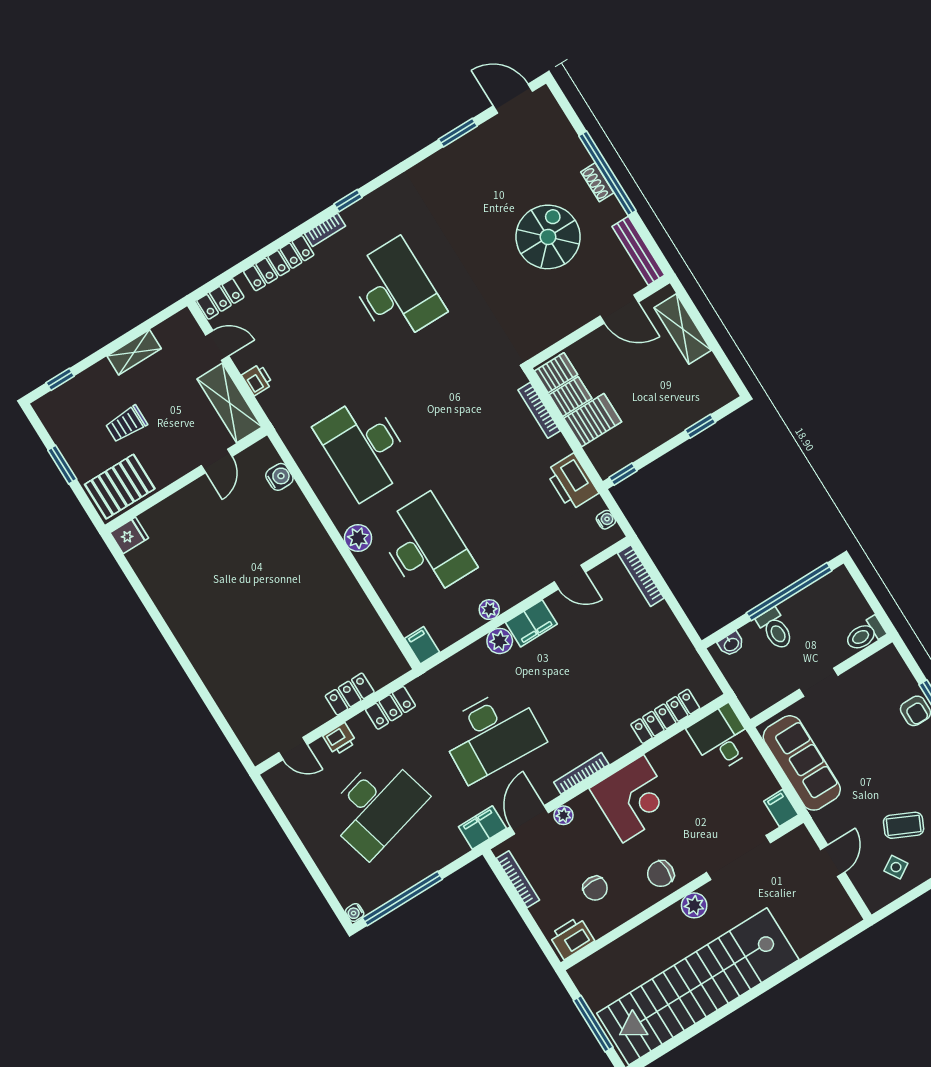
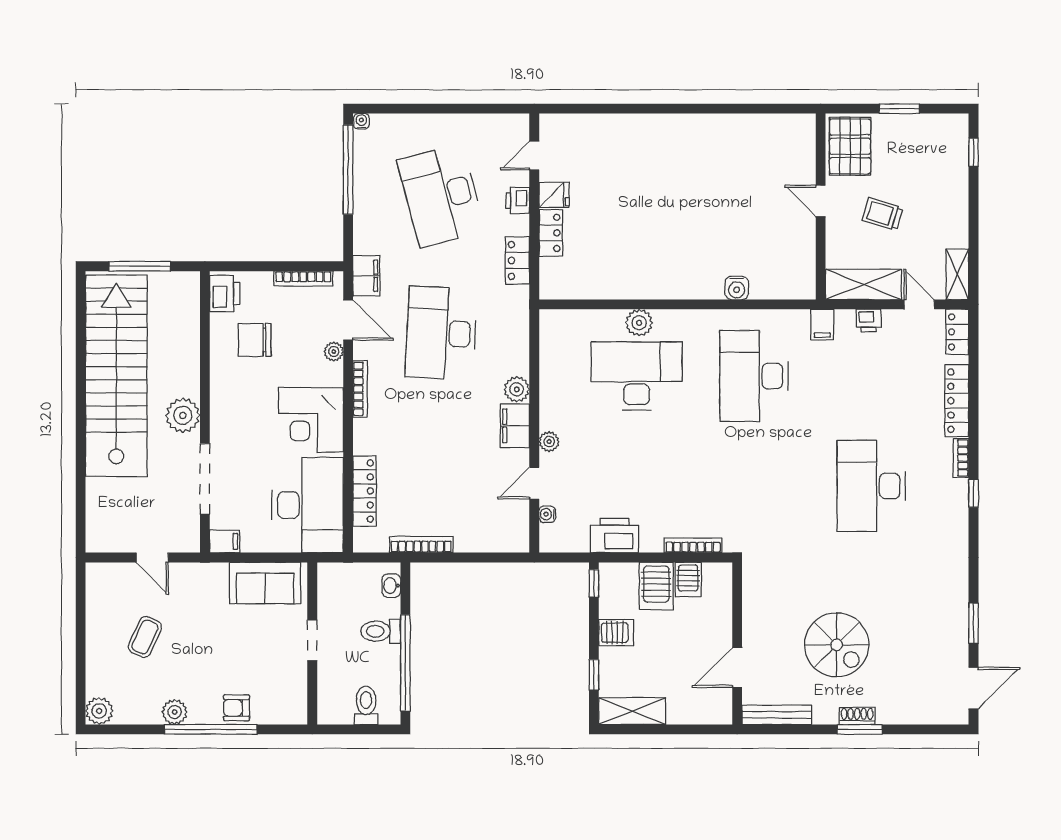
window: (607, 173) -> (860, 729), width x0.47
desk: (396, 291) -> (871, 486), turned 90
shelving: (683, 329) -> (632, 711), moved
door: (217, 345) -> (919, 304), swing flipped
shelving: (134, 352) -> (957, 274), moved
server rack: (556, 373) -> (616, 633), moved, turned -90
trolley: (126, 424) -> (882, 214), moved, turned -73
desk: (364, 448) -> (754, 376), turned -90
door: (217, 461) -> (821, 201), moved
water cooler: (279, 477) -> (737, 288), moved
water cooler: (606, 520) -> (547, 514), moved, turned 90
fridge: (129, 535) -> (554, 195), moved, turned -90
plant: (358, 538) -> (639, 323), moved
desk: (426, 547) -> (637, 376), turned 180
bookcase: (641, 576) -> (421, 545), moved
plant: (489, 610) -> (549, 442), moved
toilet: (865, 634) -> (366, 705), moved
filing cabinet: (422, 645) -> (822, 324), moved, turned 90
desk: (721, 738) -> (308, 505), width x1.87, depth x1.30
sofa: (802, 763) -> (265, 583), width x0.73
side table: (896, 867) -> (113, 608), removed
chair: (661, 874) -> (232, 404), removed
chair: (595, 888) -> (255, 340), width x1.37, depth x1.37
plant: (694, 905) -> (183, 415), width x1.36, depth x1.36

